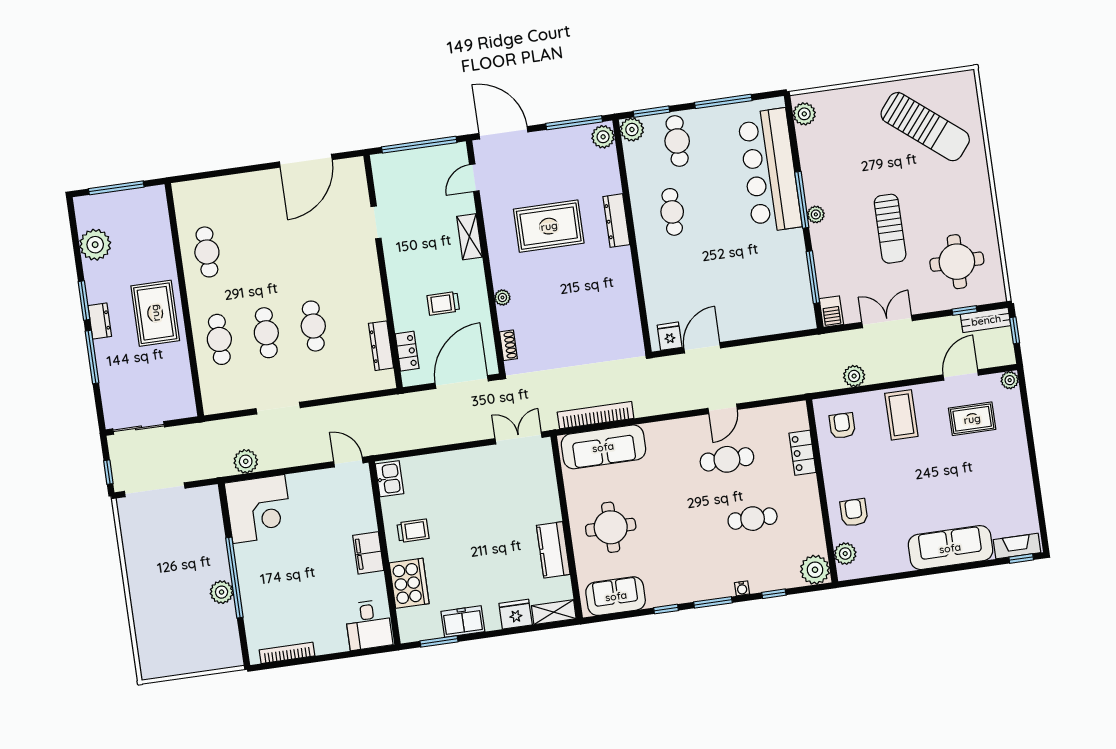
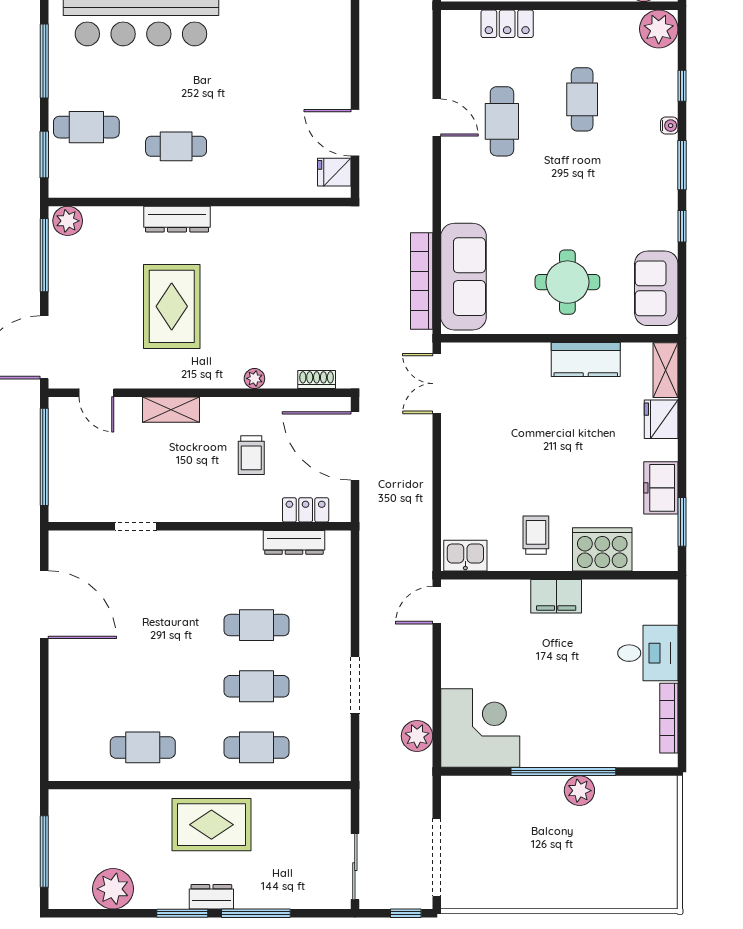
plant: (632, 130) -> (64, 183), removed
desk: (369, 625) -> (648, 653), moved

